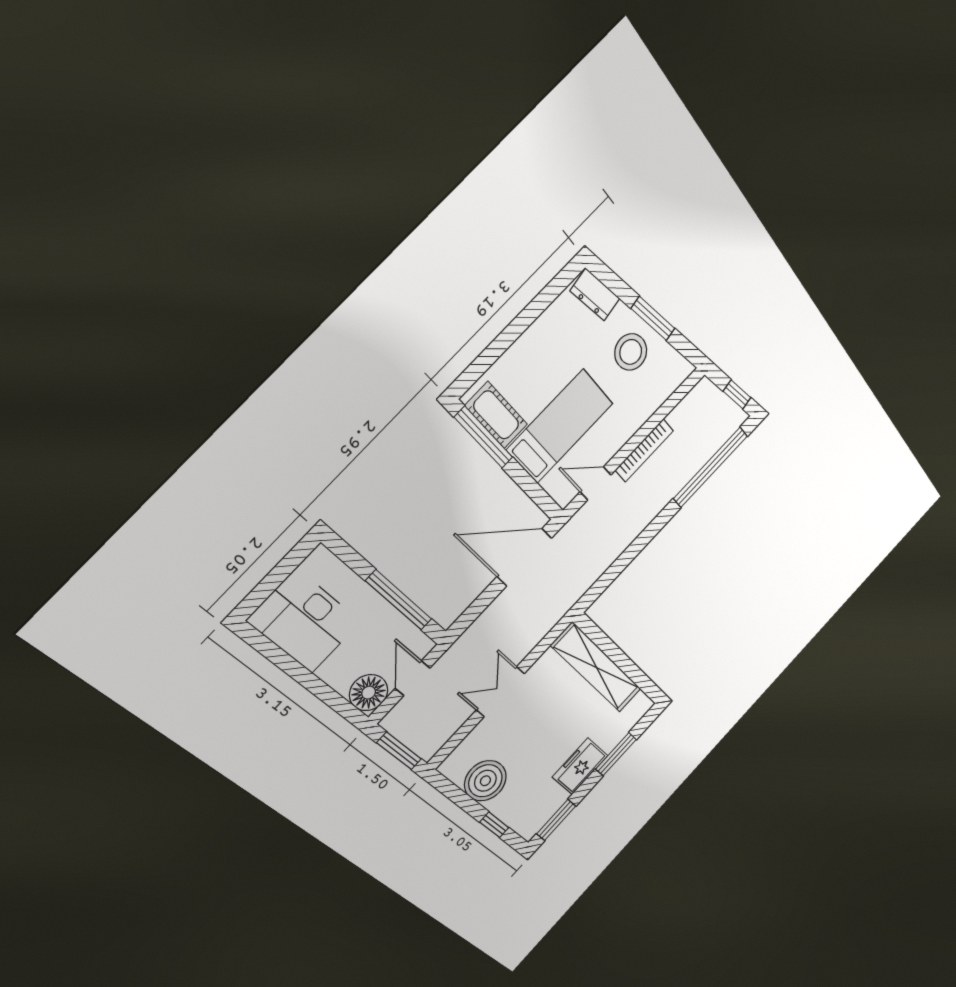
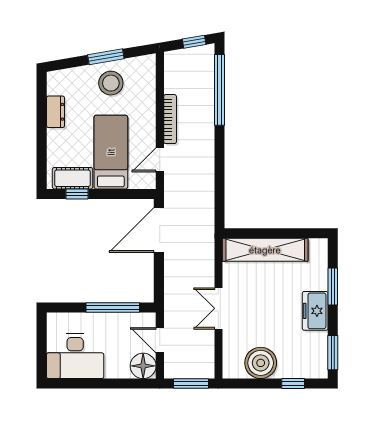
dresser: (595, 295) -> (55, 112), moved, turned -80
window: (484, 437) -> (77, 194), width x0.46

